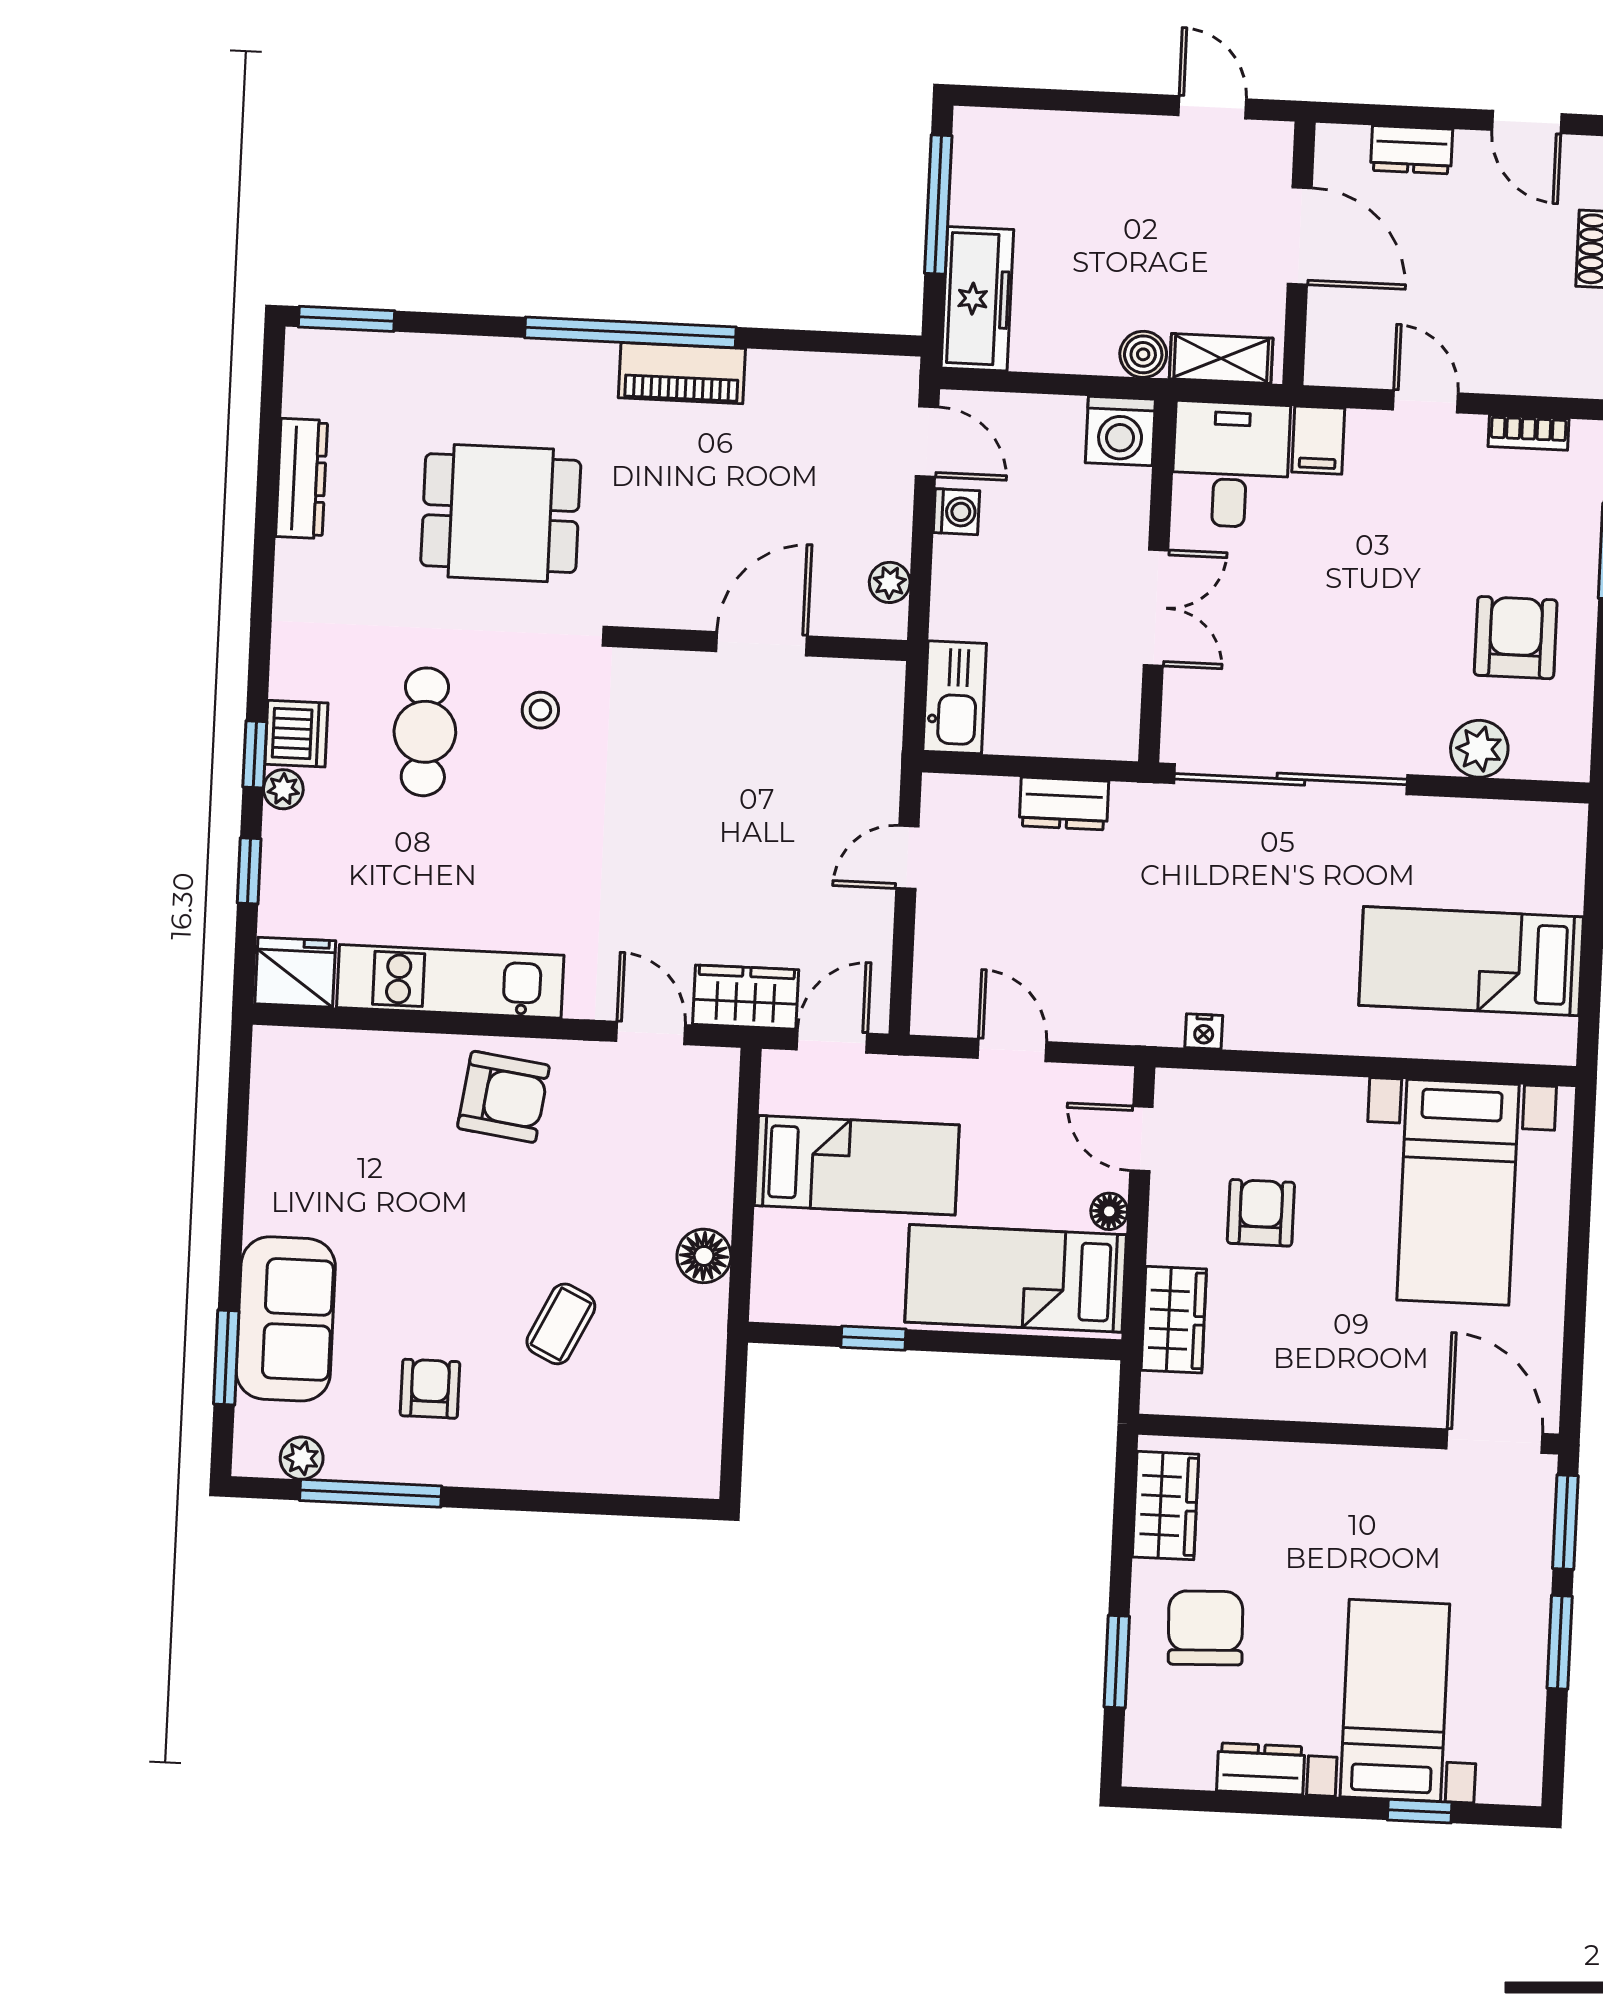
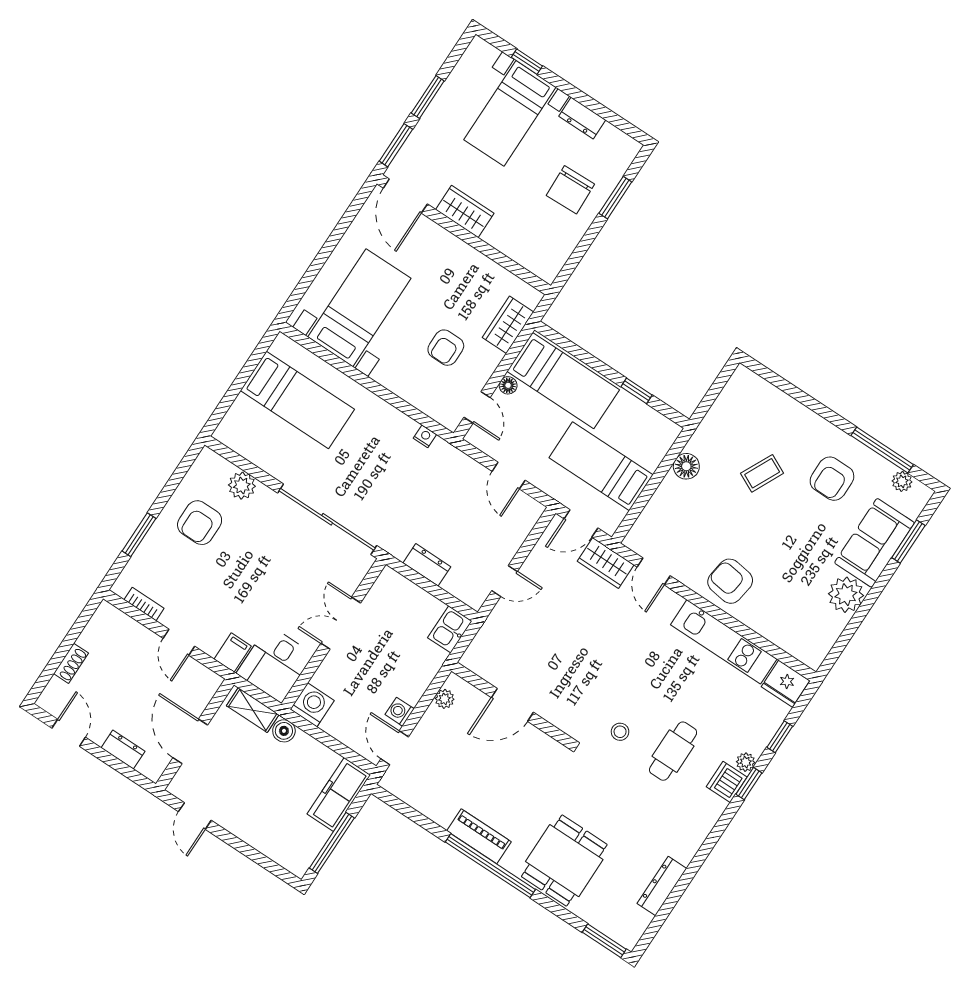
dining table: (501, 513) -> (564, 861), moved, turned 90
kitchen sink: (955, 697) -> (450, 629), width x0.73
plant: (282, 1196) -> (846, 595), added
armchair: (430, 1389) -> (832, 479), width x1.38, depth x1.38
wardrobe: (1165, 1506) -> (465, 211), moved, turned 90

